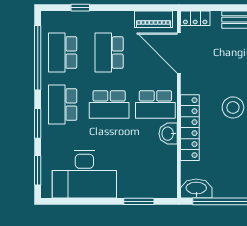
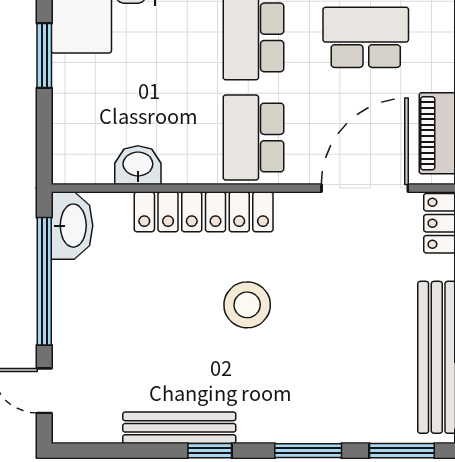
washbasin: (168, 134) -> (138, 165), moved
window: (139, 201) -> (44, 56), moved

